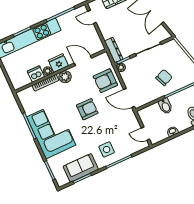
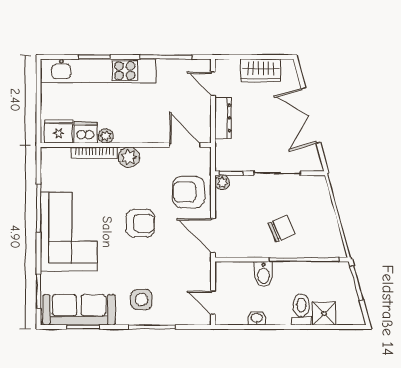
dresser: (114, 50) -> (223, 118), moved
door: (83, 61) -> (185, 145), moved
fridge: (58, 63) -> (59, 131), moved
sofa: (81, 168) -> (79, 310), width x1.36

